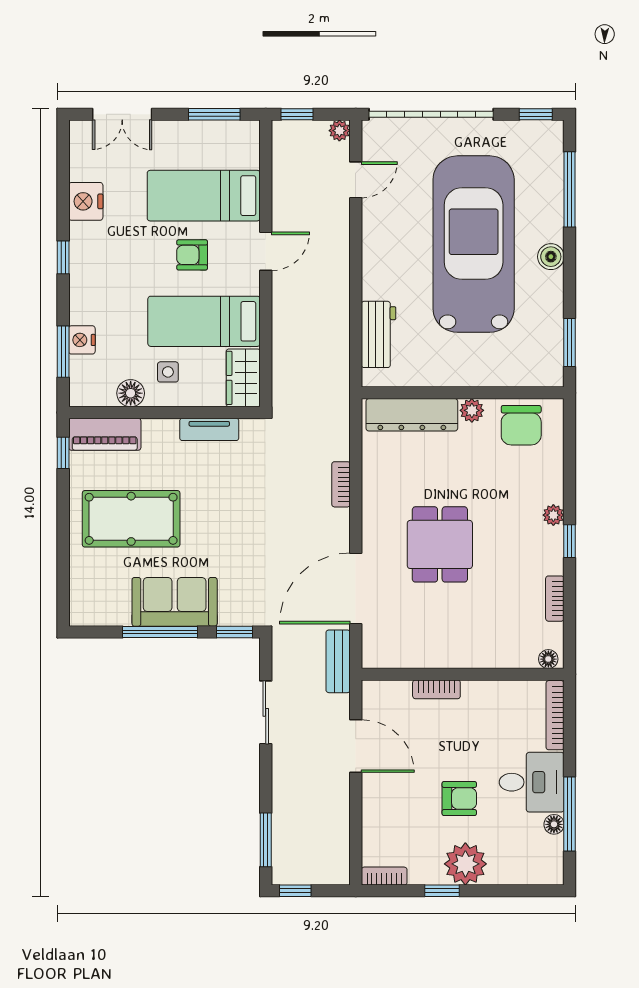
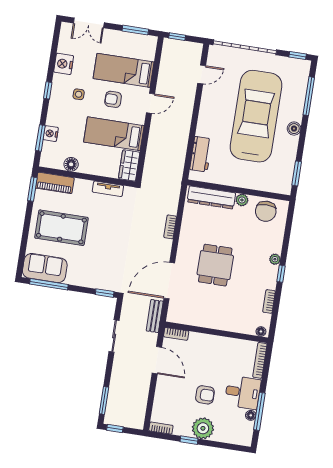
plant: (339, 131) -> (197, 48), removed
side table: (168, 372) -> (79, 94), moved
window: (63, 453) -> (32, 189), width x1.50
sofa: (175, 602) -> (45, 268), moved
window: (160, 632) -> (49, 284), moved
bookcase: (436, 689) -> (176, 334), moved

